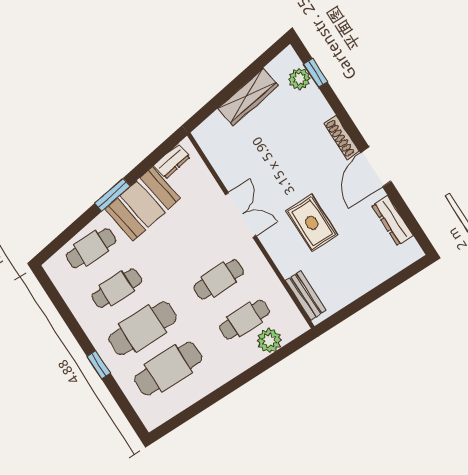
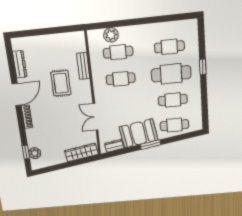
wardrobe: (248, 97) -> (81, 153), moved
double door: (241, 215) -> (95, 117), moved
bench: (306, 296) -> (83, 66), moved
cafe table: (168, 369) -> (169, 47), width x0.73, depth x0.74

